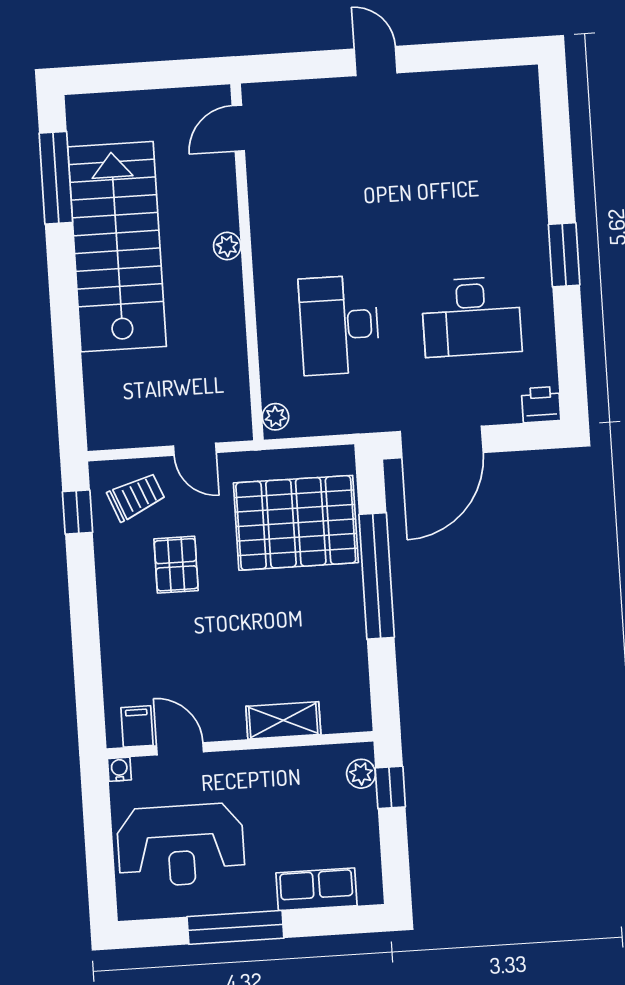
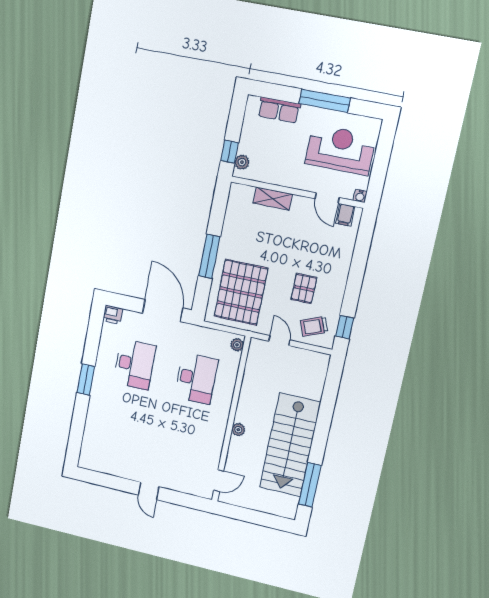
desk: (471, 317) -> (134, 364), turned 90
door: (442, 442) -> (163, 311), hinge flipped
pallet: (296, 523) -> (241, 292), turned 90
window: (377, 576) -> (209, 256), width x0.68

